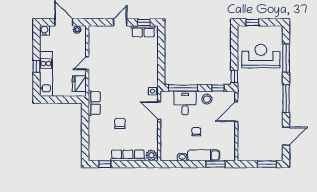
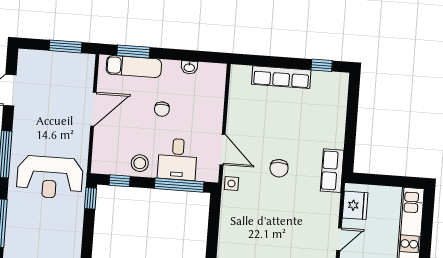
reception desk: (261, 56) -> (50, 177), moved
window: (36, 66) -> (426, 240), removed
door: (236, 112) -> (93, 109), moved
chair: (120, 123) -> (279, 168), moved
plant: (151, 155) -> (241, 74), removed
exam couch: (204, 155) -> (134, 67), moved
window: (267, 164) -> (65, 46), moved

